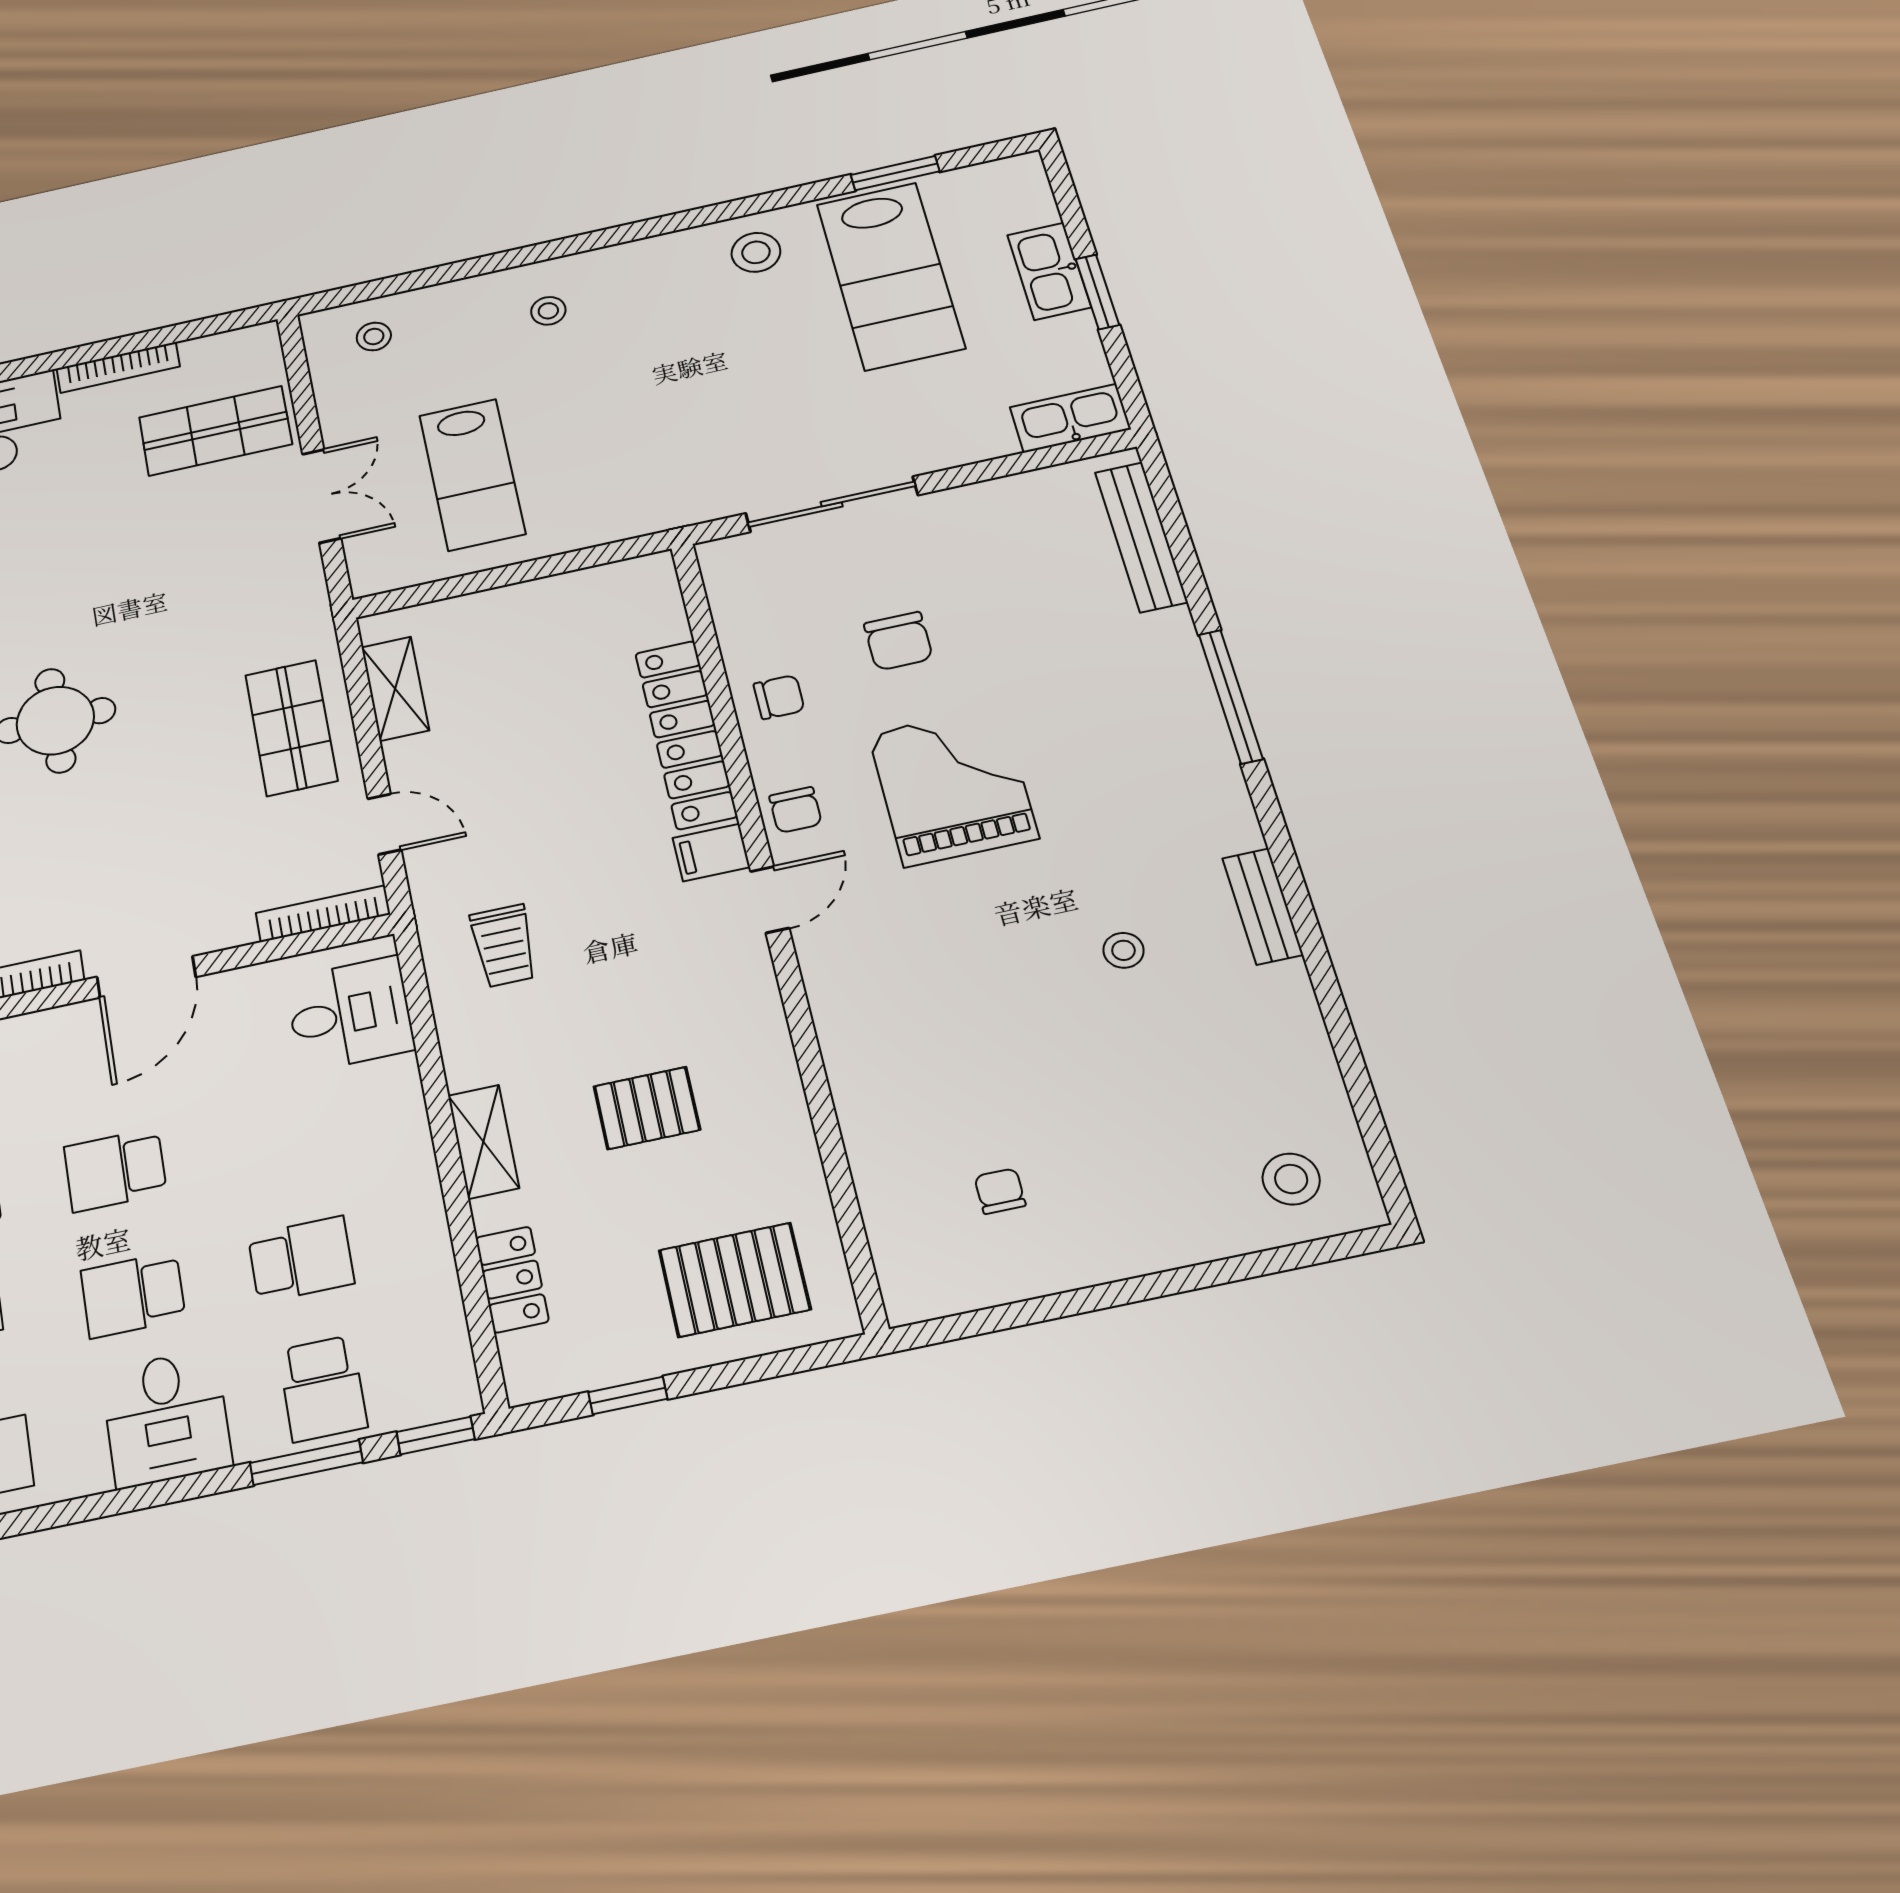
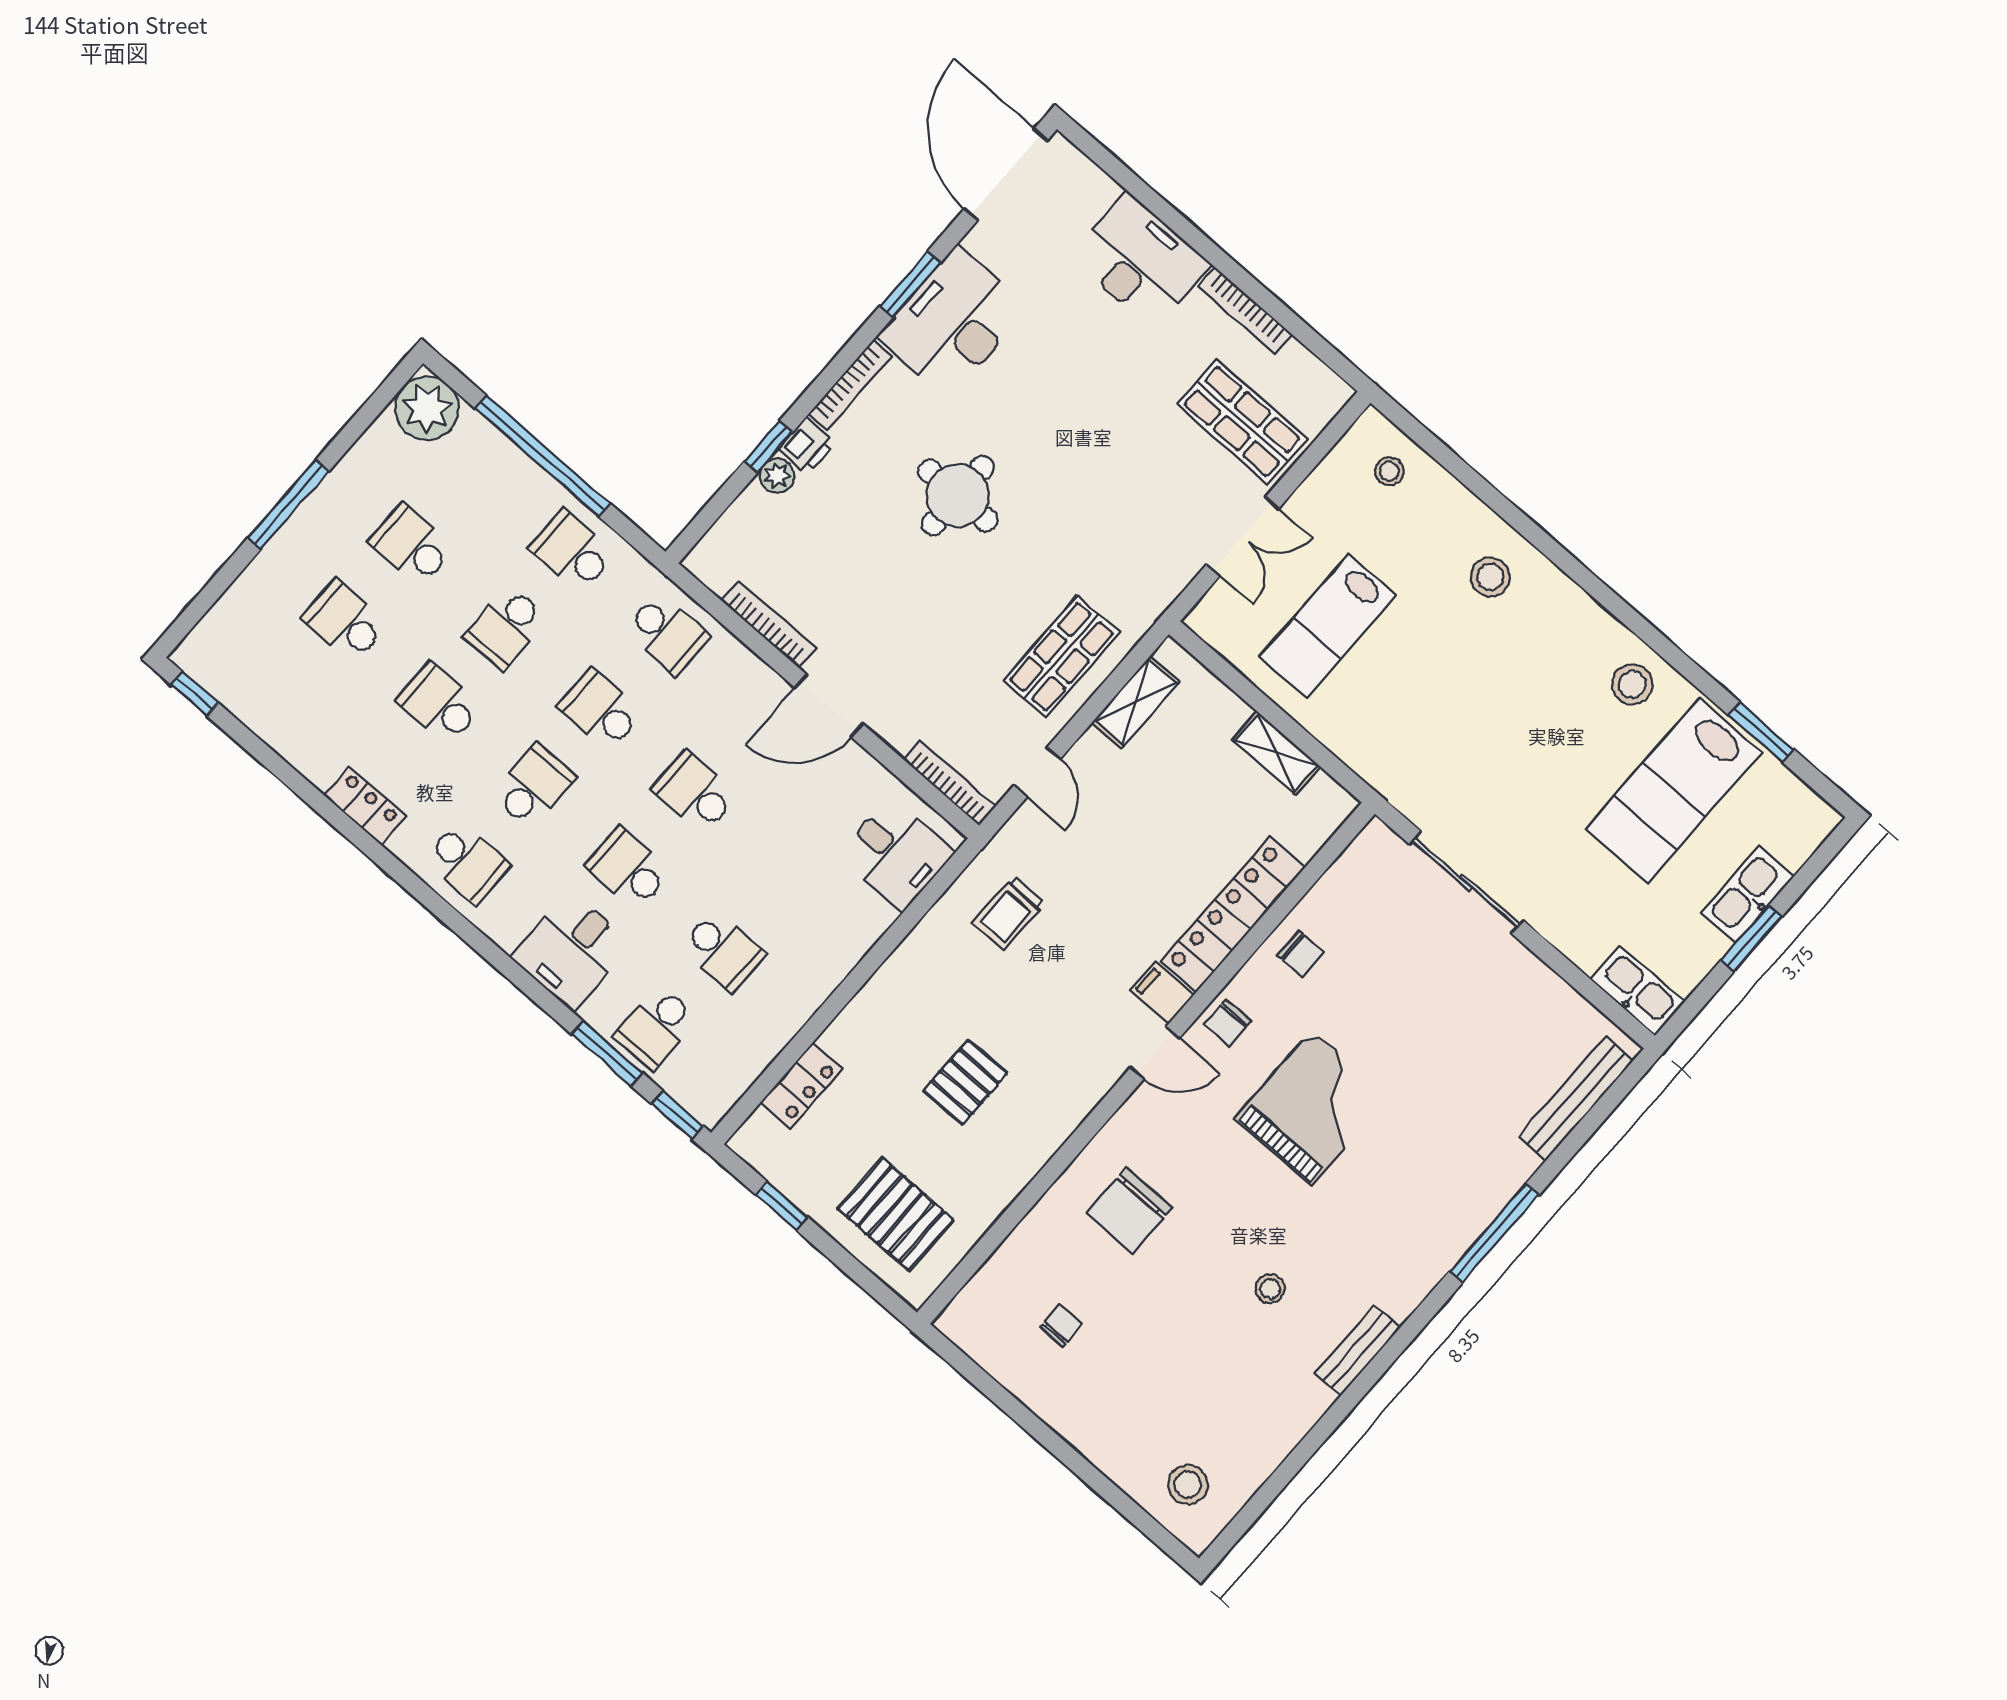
stool: (548, 311) -> (1490, 577), width x1.37, depth x1.37
chair: (898, 641) -> (1129, 1210), moved, width x1.37, depth x1.37
pallet: (647, 1108) -> (965, 1082), turned 90
shelving: (483, 1142) -> (1276, 753), moved, turned 90

